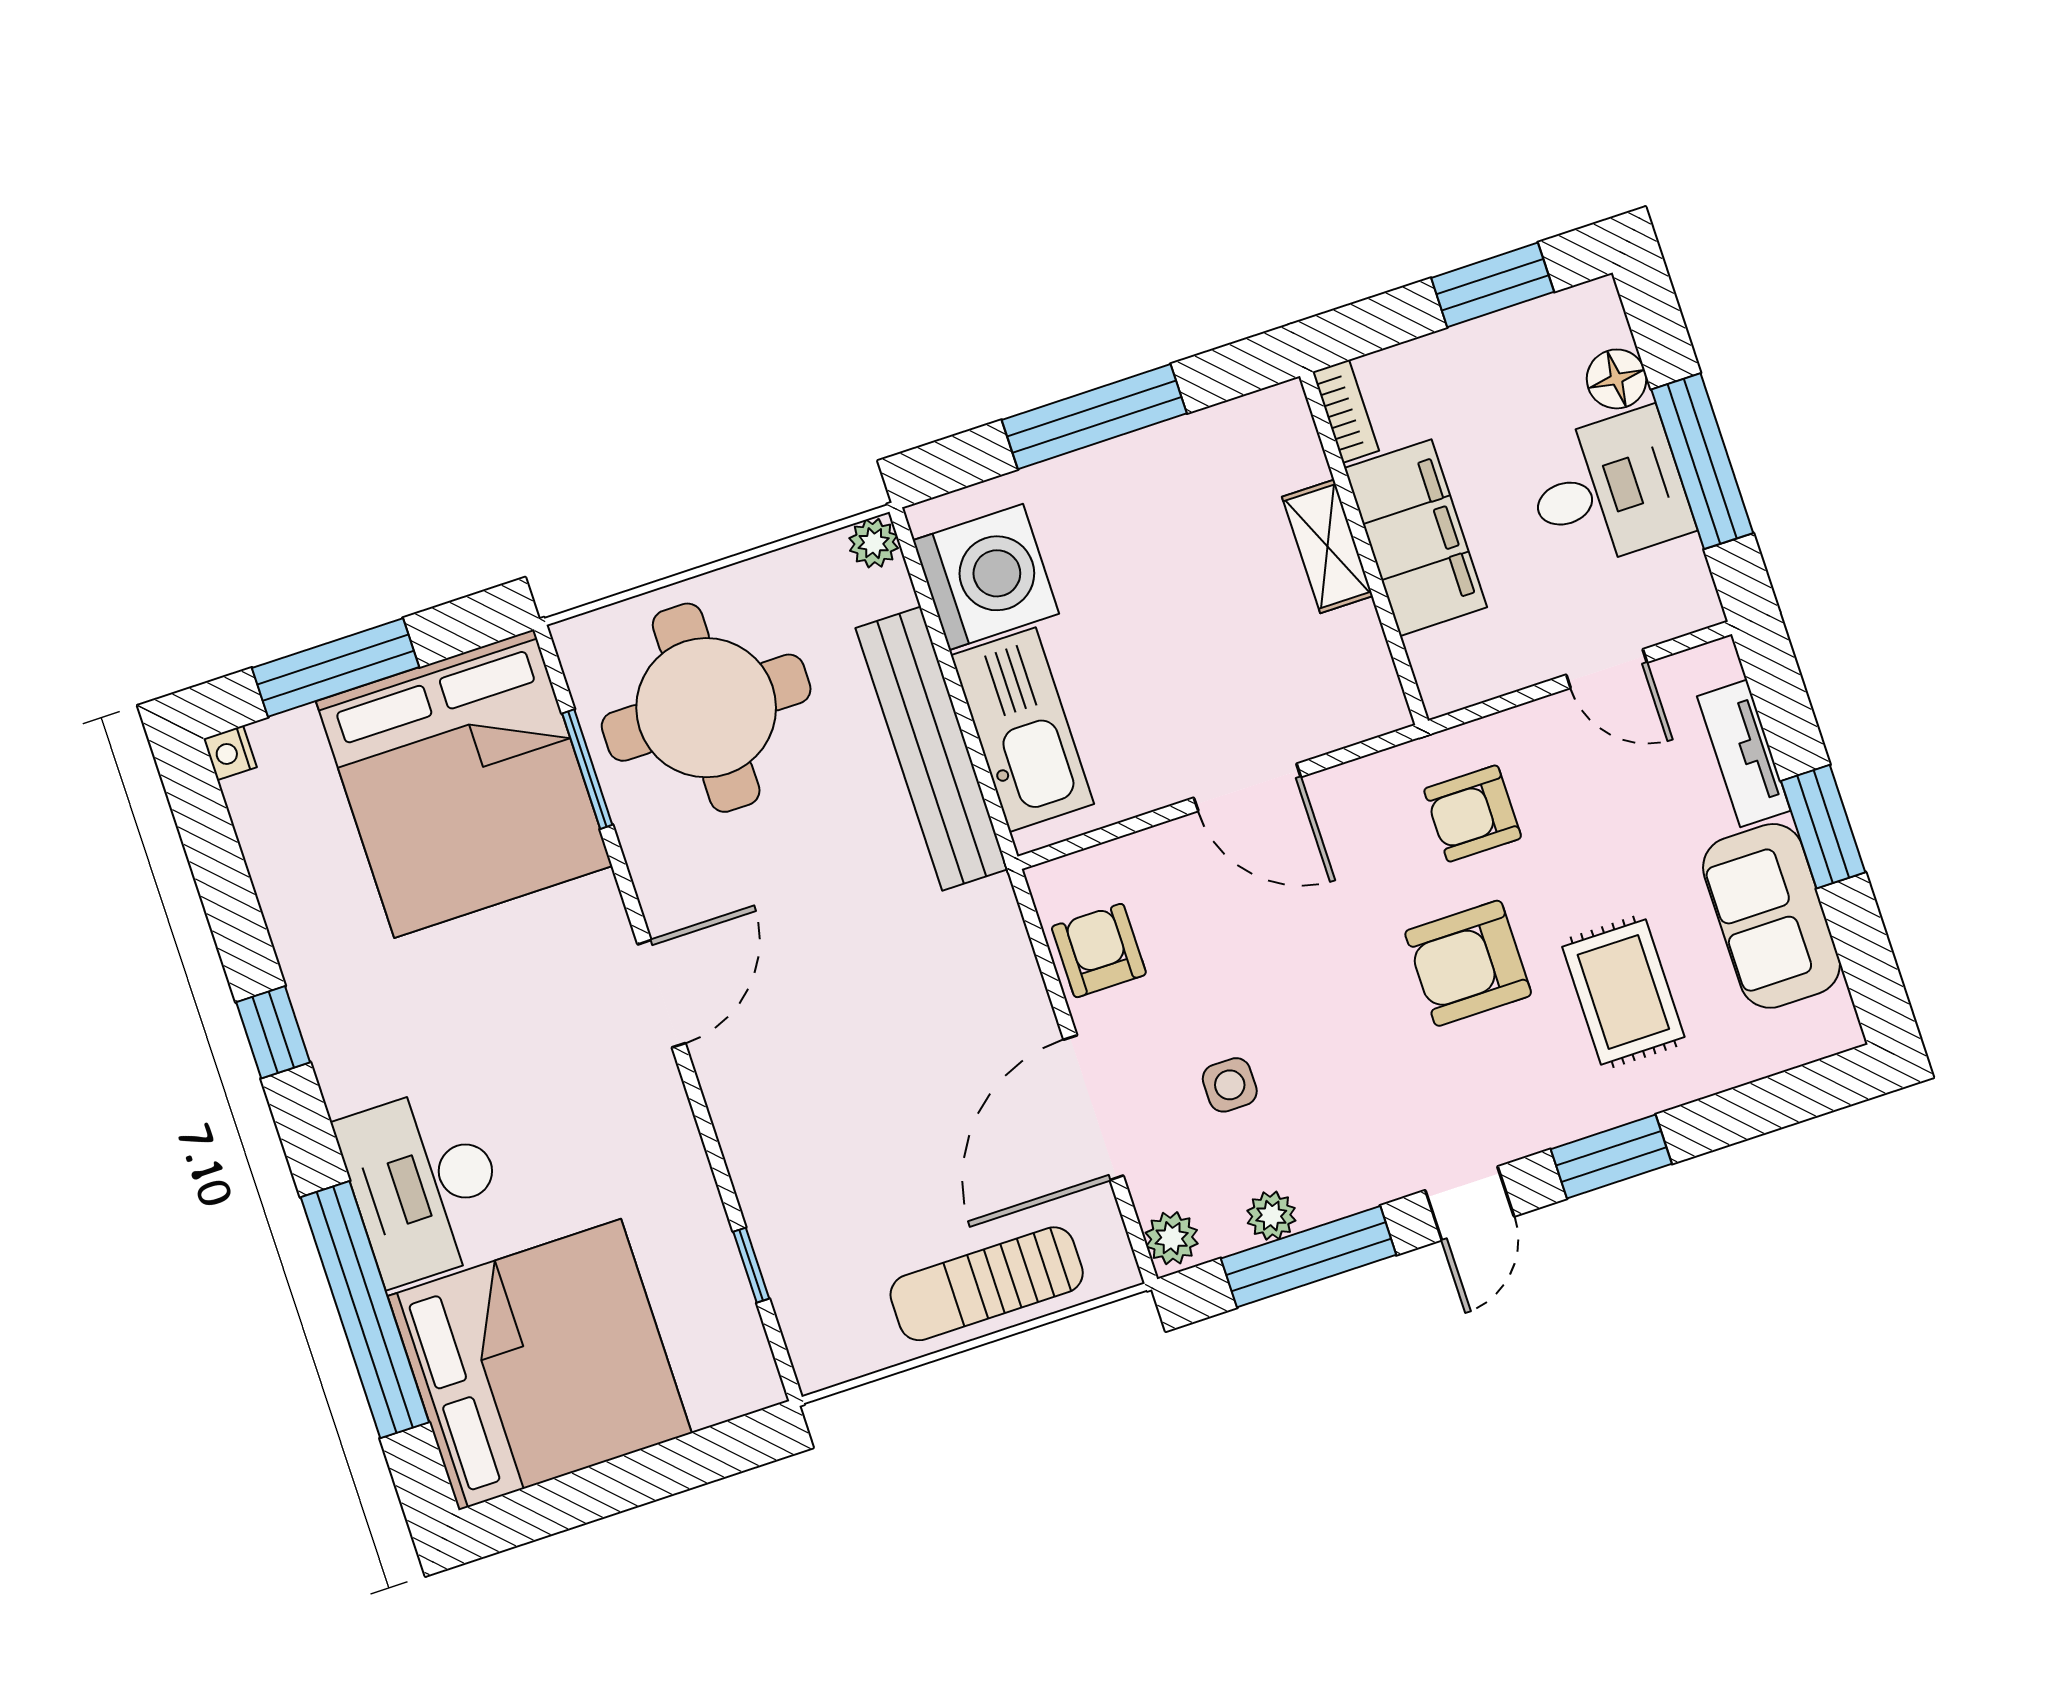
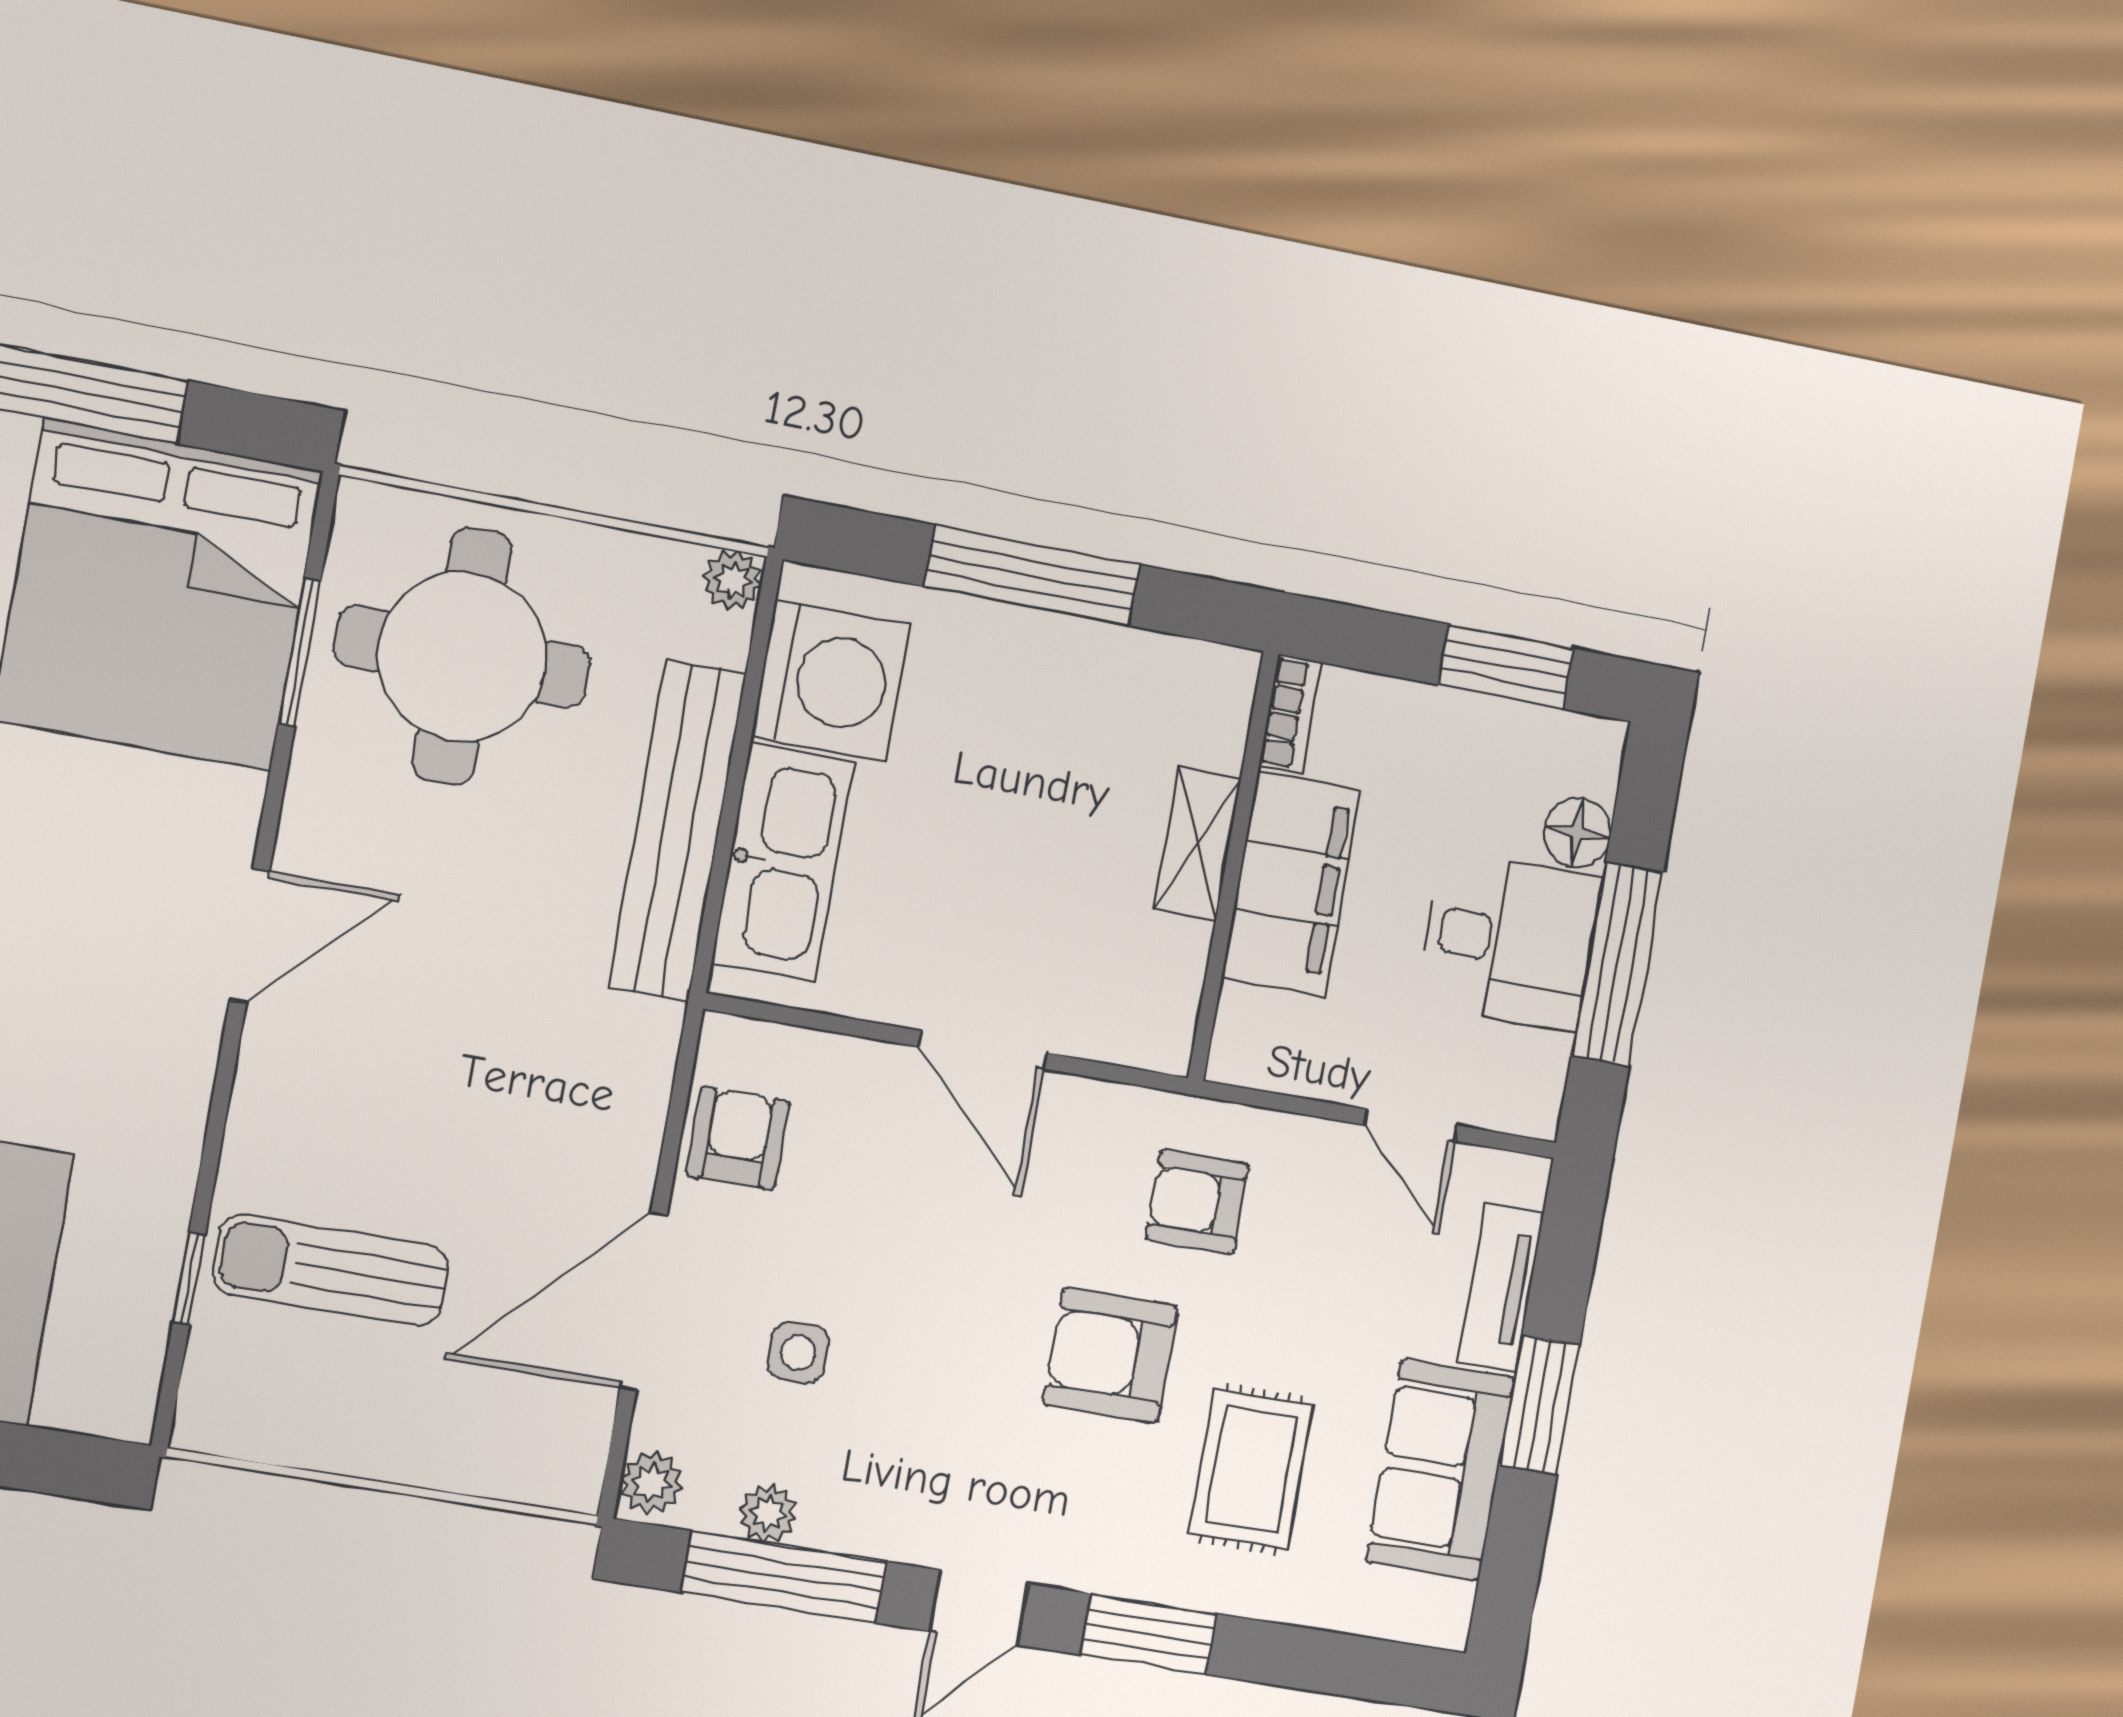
sun lounger: (987, 1284) -> (331, 1270), moved

